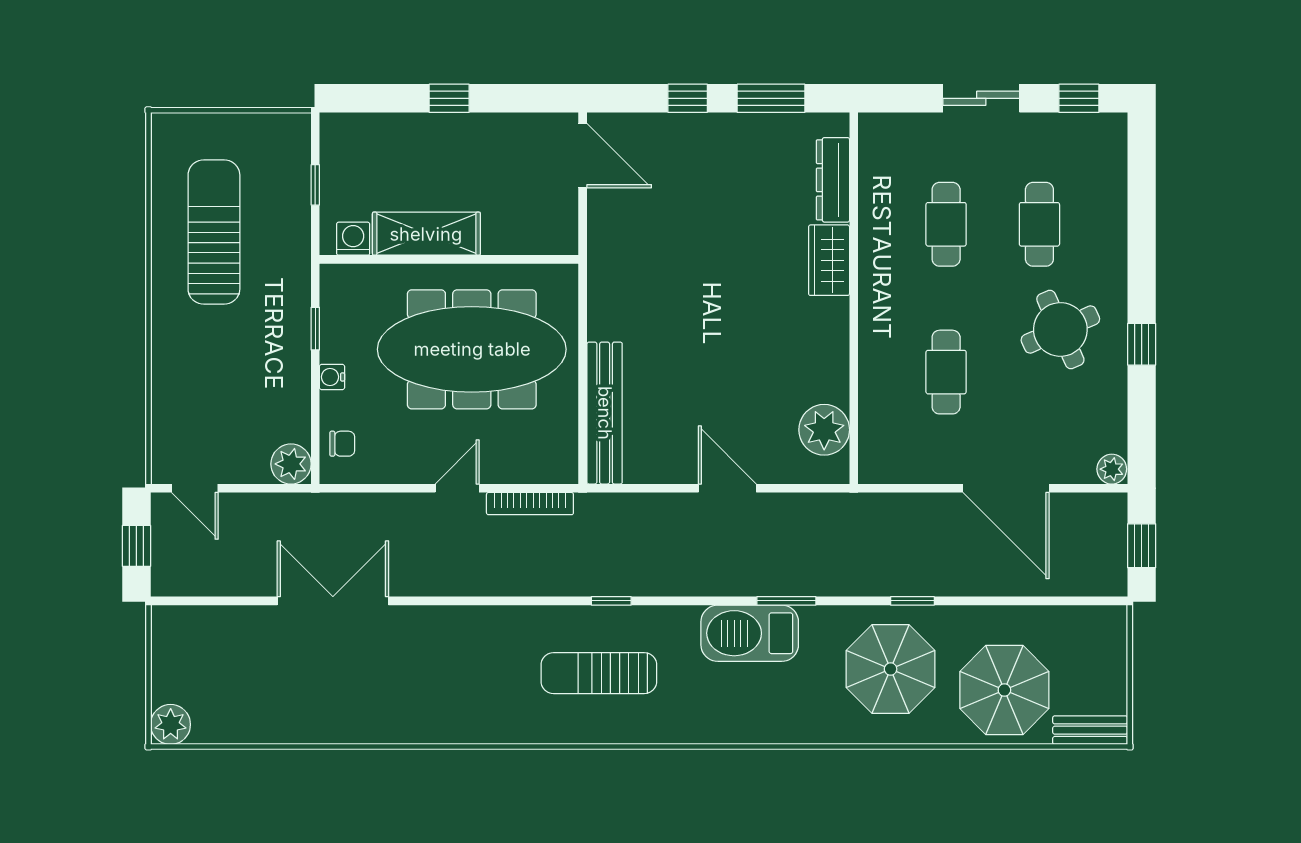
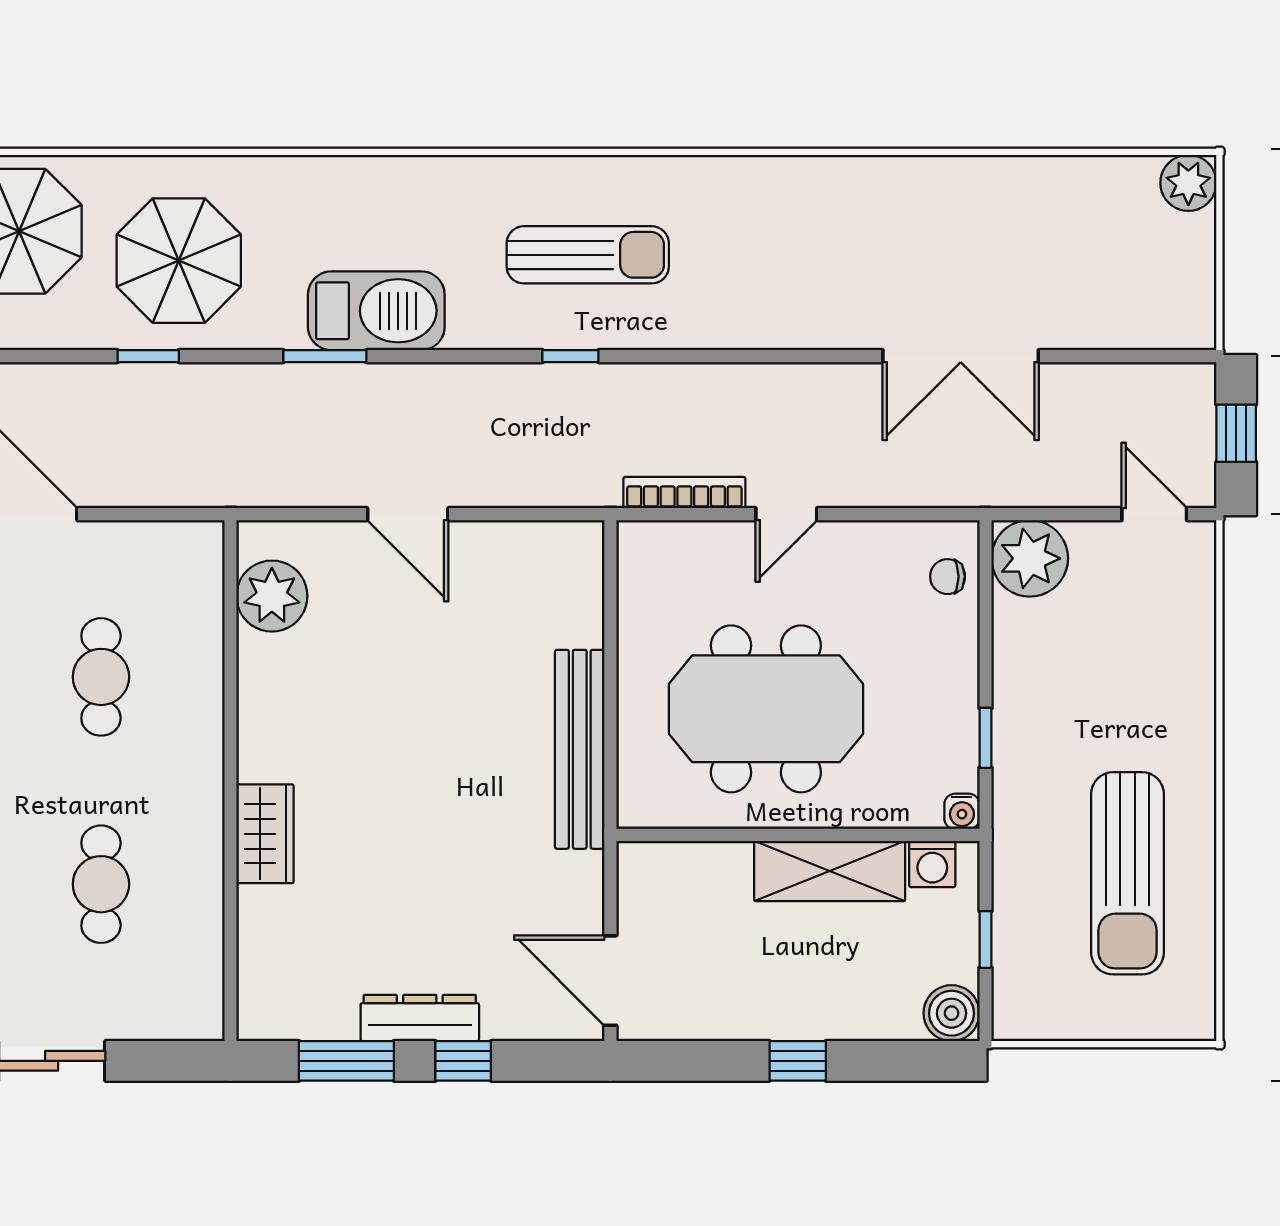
boiler: (339, 132) -> (952, 1013), added
dresser: (833, 180) -> (420, 1018), moved, turned -90
meeting table: (472, 349) -> (766, 709), width x0.73
water cooler: (332, 377) -> (962, 811), moved, turned 90
bench: (605, 413) -> (580, 749), moved
plant: (291, 464) -> (1030, 558), width x1.36, depth x1.36

